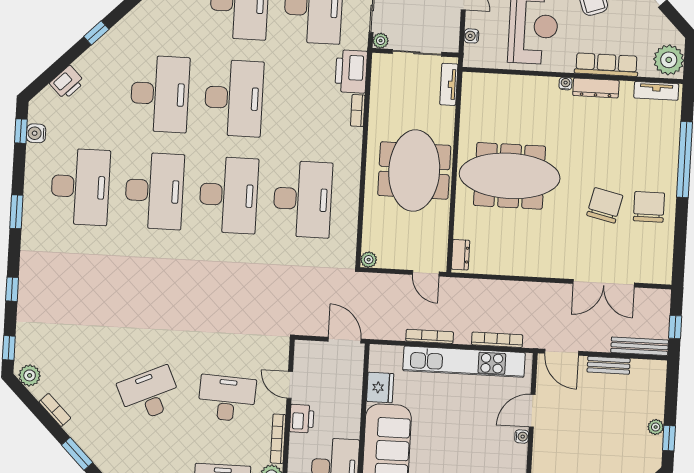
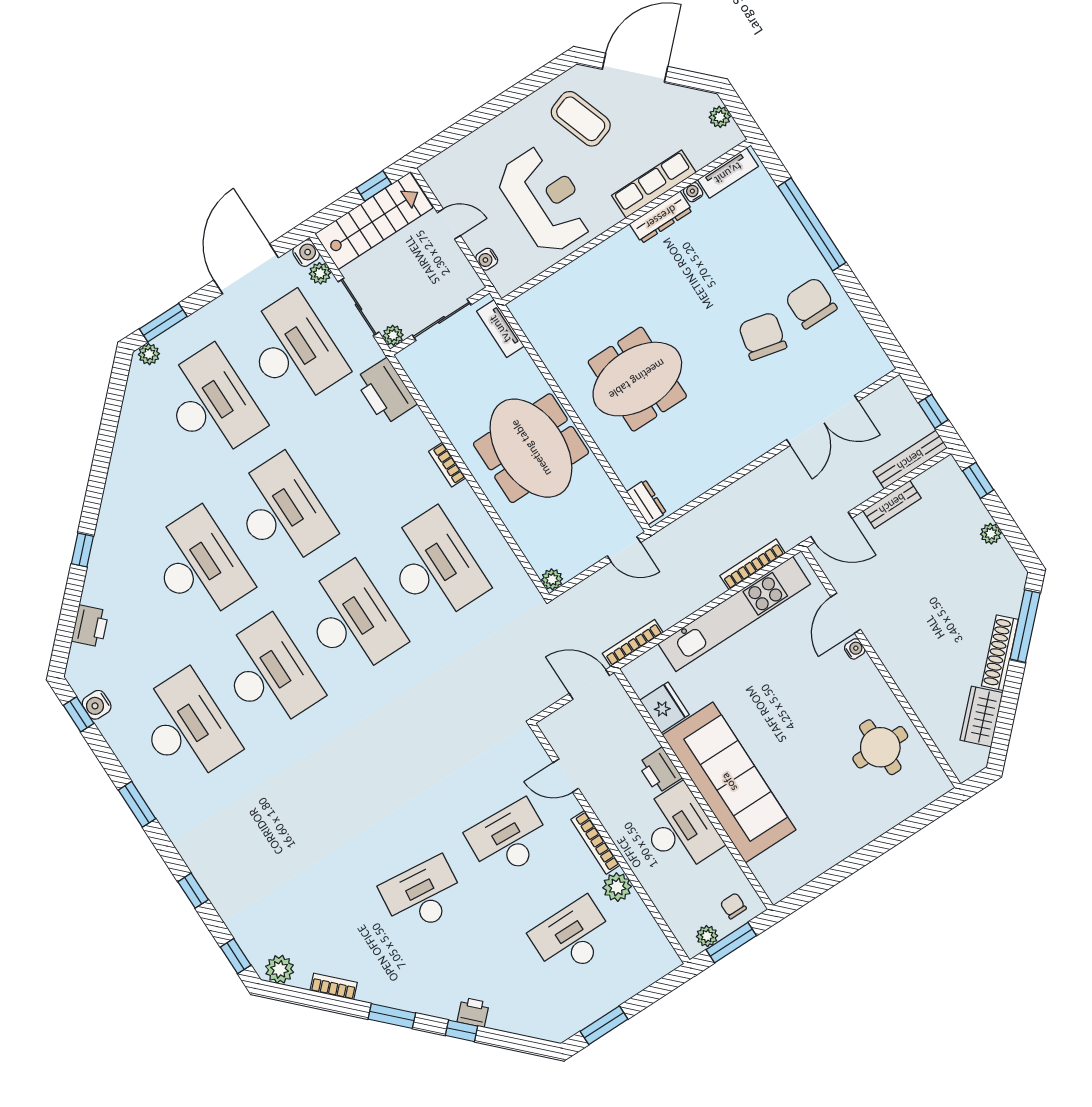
plant: (669, 60) -> (720, 117), width x0.53, depth x0.53
water cooler: (566, 84) -> (693, 192), moved
bookcase: (358, 111) -> (447, 465), moved
meeting table: (510, 176) -> (637, 379), width x0.73
bookcase: (430, 336) -> (633, 643), moved
desk: (149, 394) -> (423, 895), turned 30
printer: (302, 419) -> (660, 771), moved, turned 180
window: (669, 438) -> (978, 480), moved

